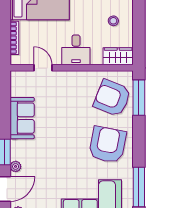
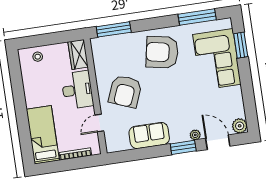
stool: (113, 21) -> (38, 57), moved
desk: (76, 50) -> (77, 90), width x1.37
armchair: (112, 98) -> (125, 91), moved

